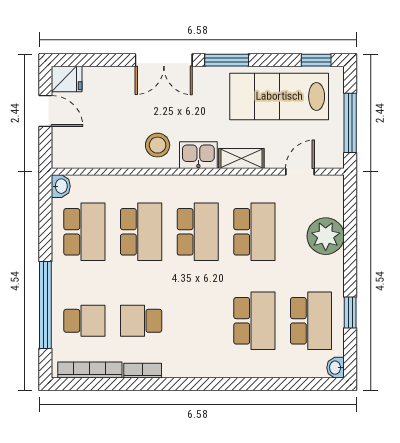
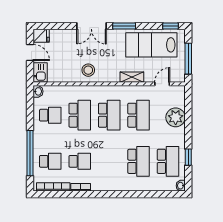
kitchen sink: (198, 155) -> (40, 72), moved, turned 90
school desk: (84, 232) -> (50, 115), width x0.54
school desk: (141, 321) -> (80, 161), turned 180

